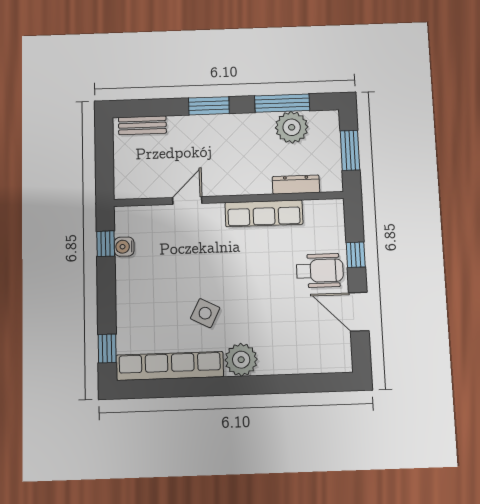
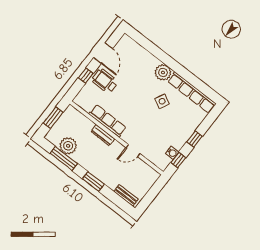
dresser: (296, 185) -> (103, 135), moved
window: (107, 348) -> (195, 139), moved

